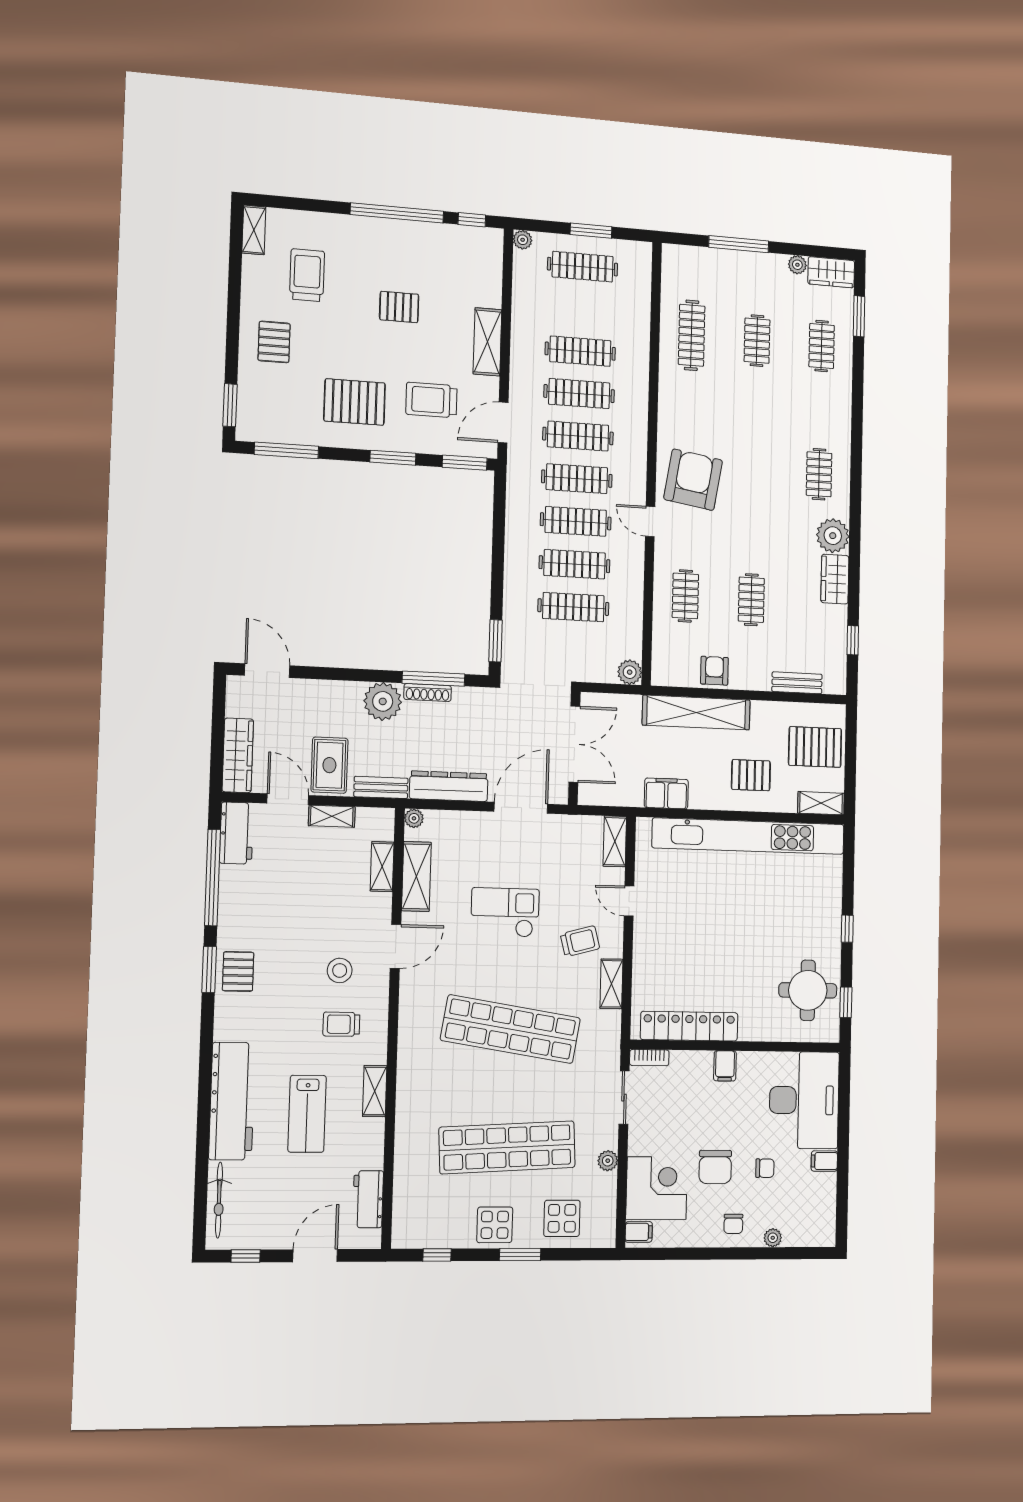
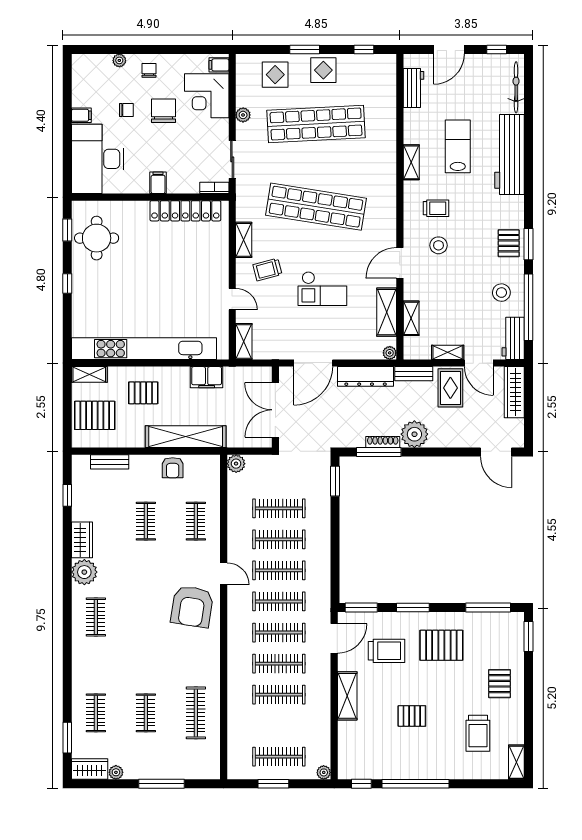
stool: (251, 900) -> (501, 293), added
chair: (765, 1168) -> (126, 110), turned 180

